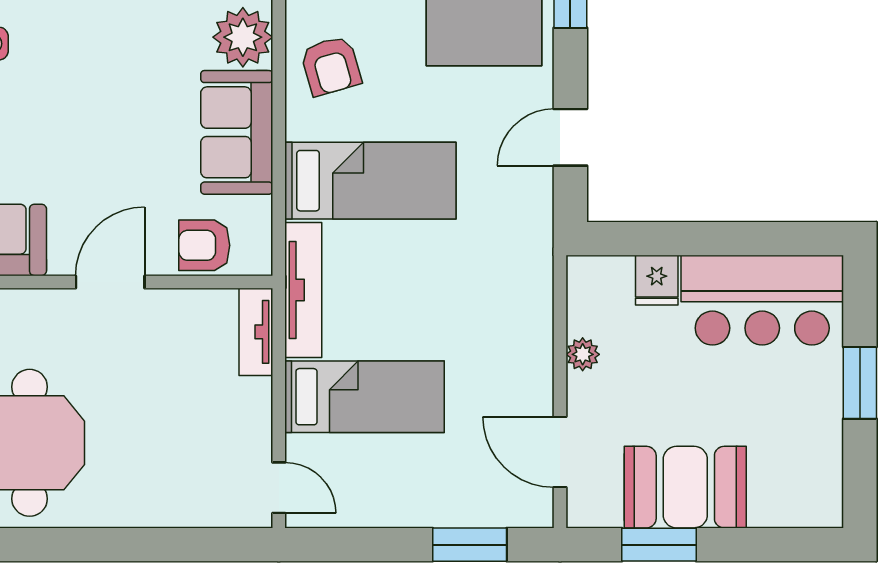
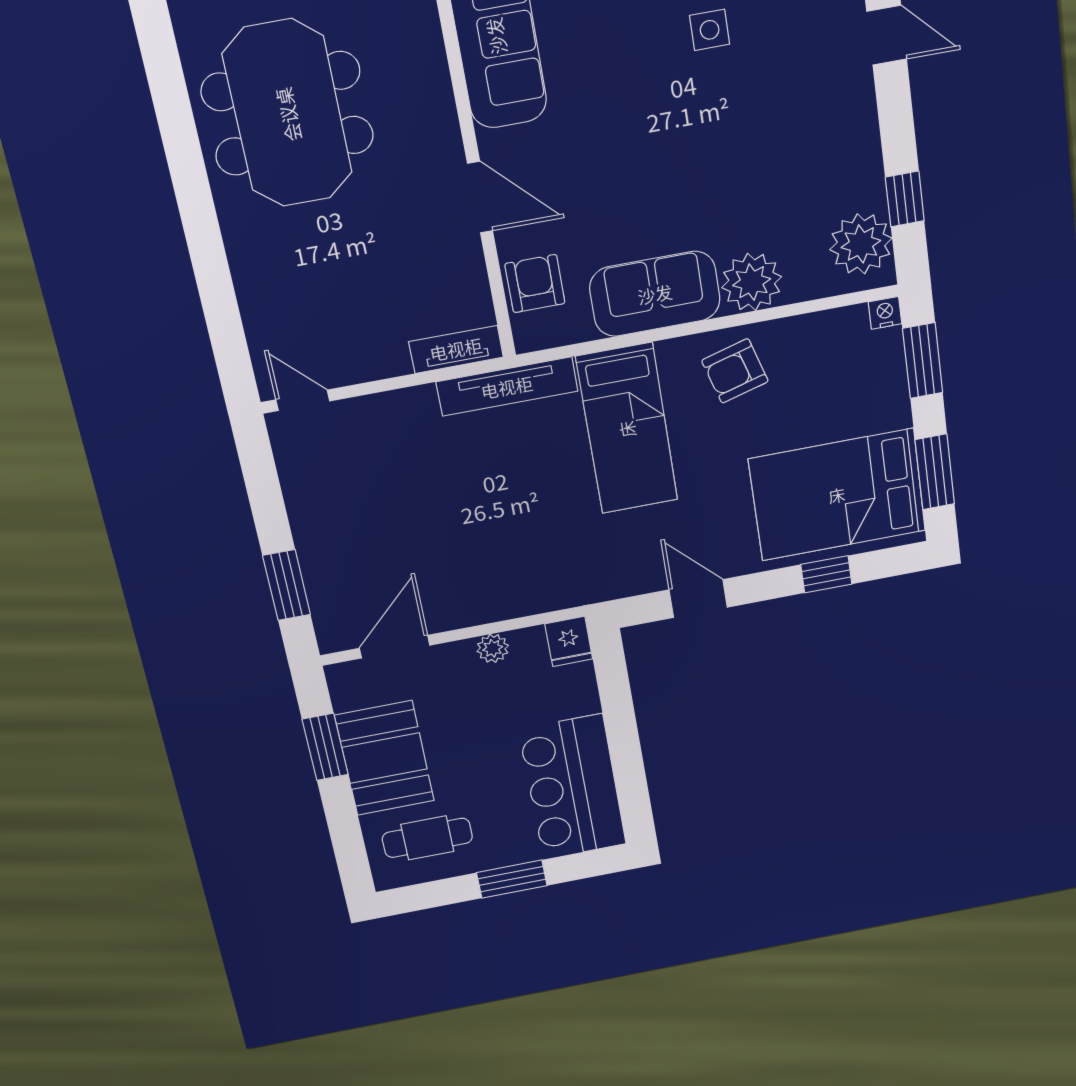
fridge: (657, 280) -> (569, 641), moved, turned -90
bed: (365, 397) -> (412, 463), removed
cafe table: (789, 462) -> (427, 838), added
door: (279, 488) -> (303, 400), swing flipped

